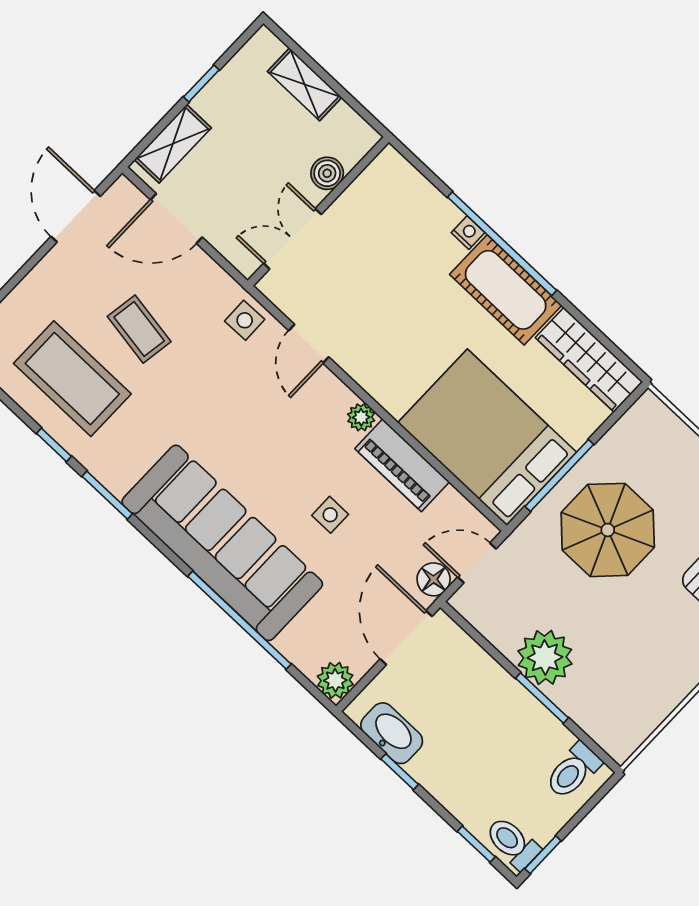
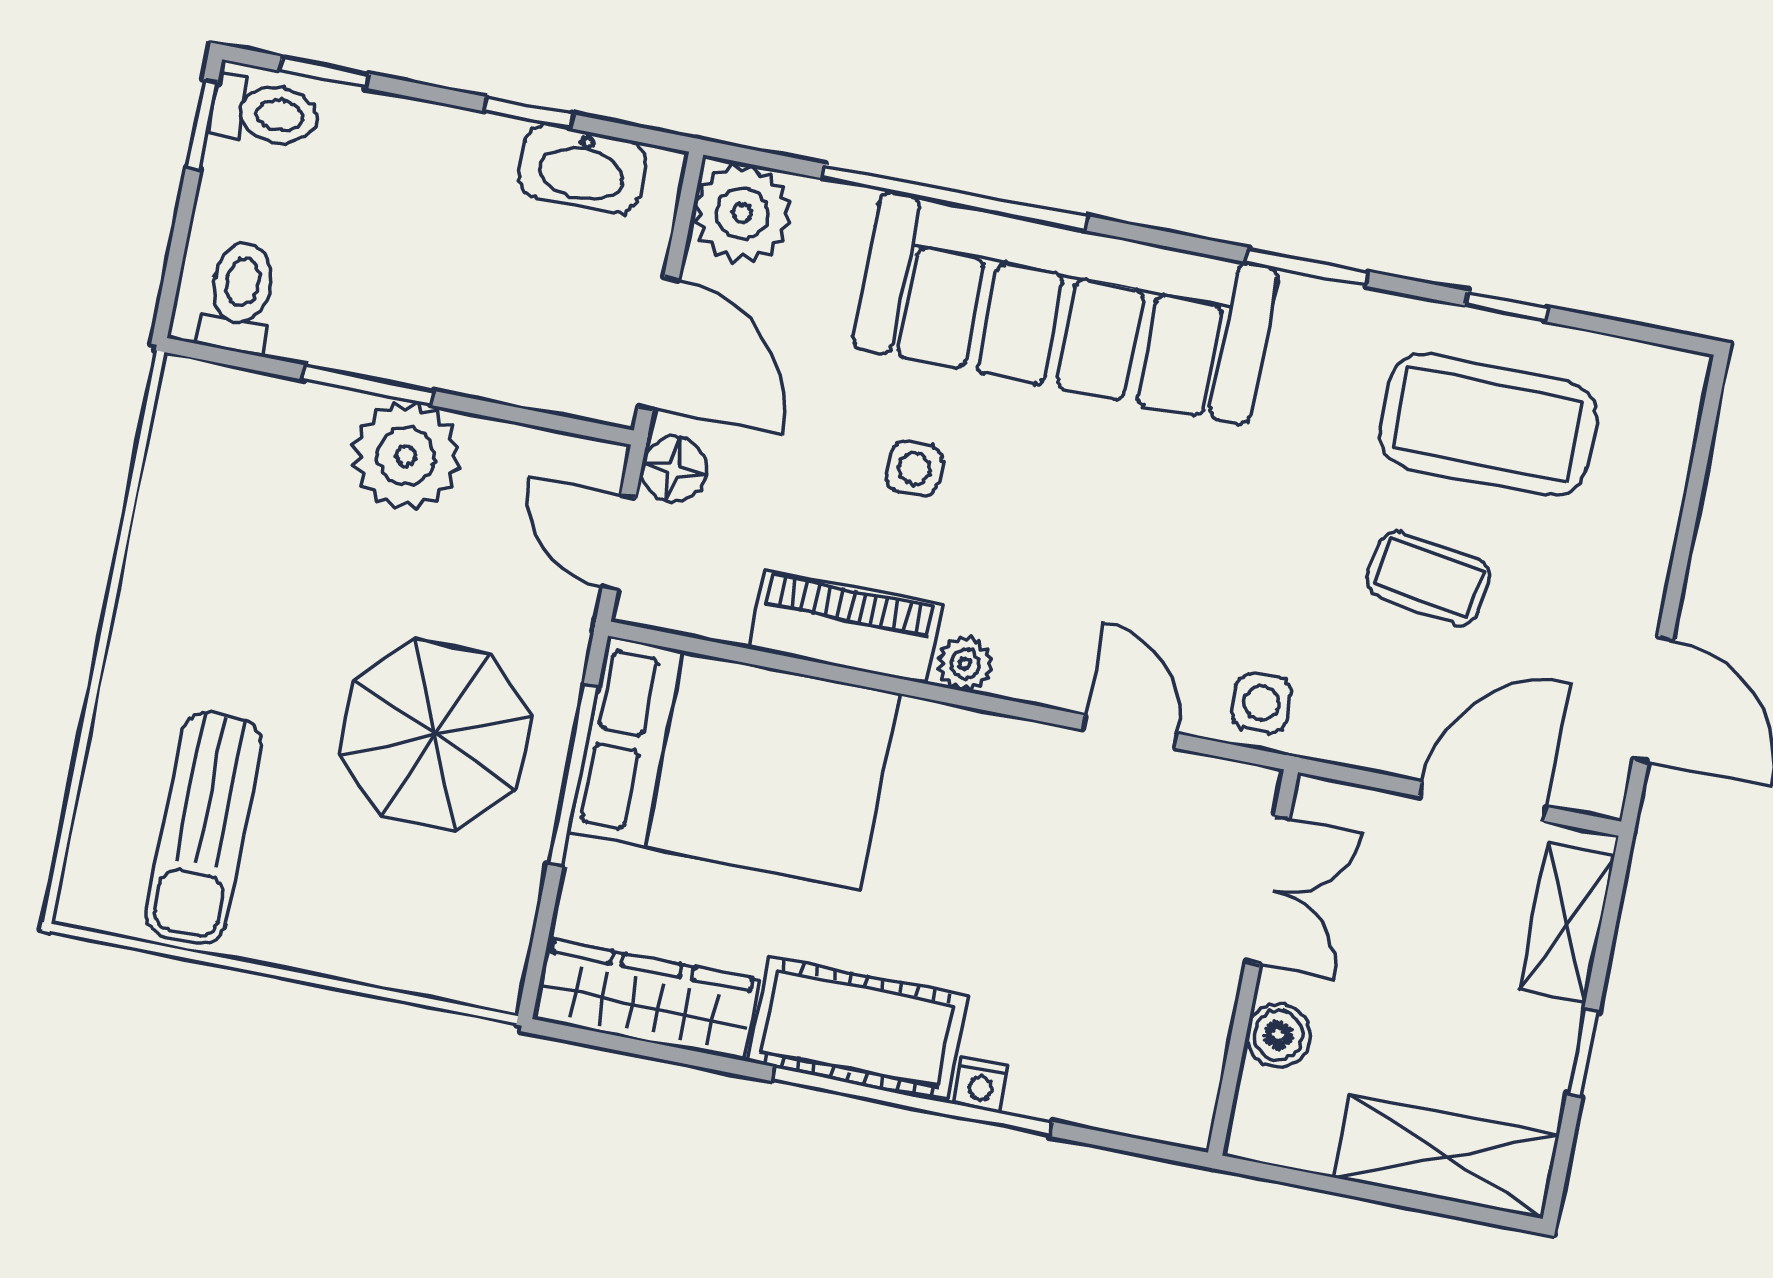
shelving: (305, 84) -> (1447, 1157), width x1.50, depth x1.33
window: (54, 445) -> (1506, 306), moved
door: (477, 563) -> (619, 542), swing flipped
plant: (335, 680) -> (742, 213), width x1.36, depth x1.36

